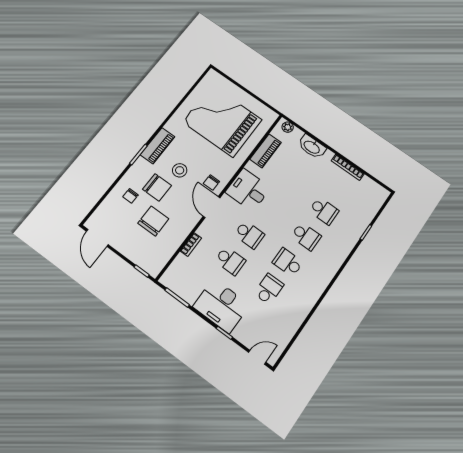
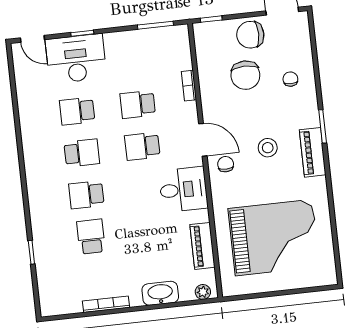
chair: (157, 187) -> (250, 35), moved
school desk: (324, 211) -> (91, 237), turned 90
school desk: (269, 289) -> (77, 111), turned 90
desk: (221, 306) -> (76, 59), moved
door: (257, 357) -> (32, 39), hinge flipped

